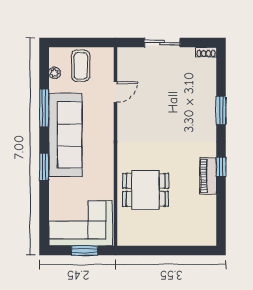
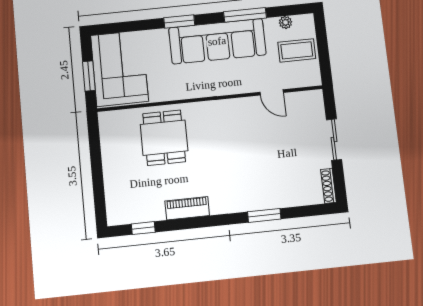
shoe rack: (206, 52) -> (328, 186), width x1.43
window: (221, 167) -> (143, 228), moved

